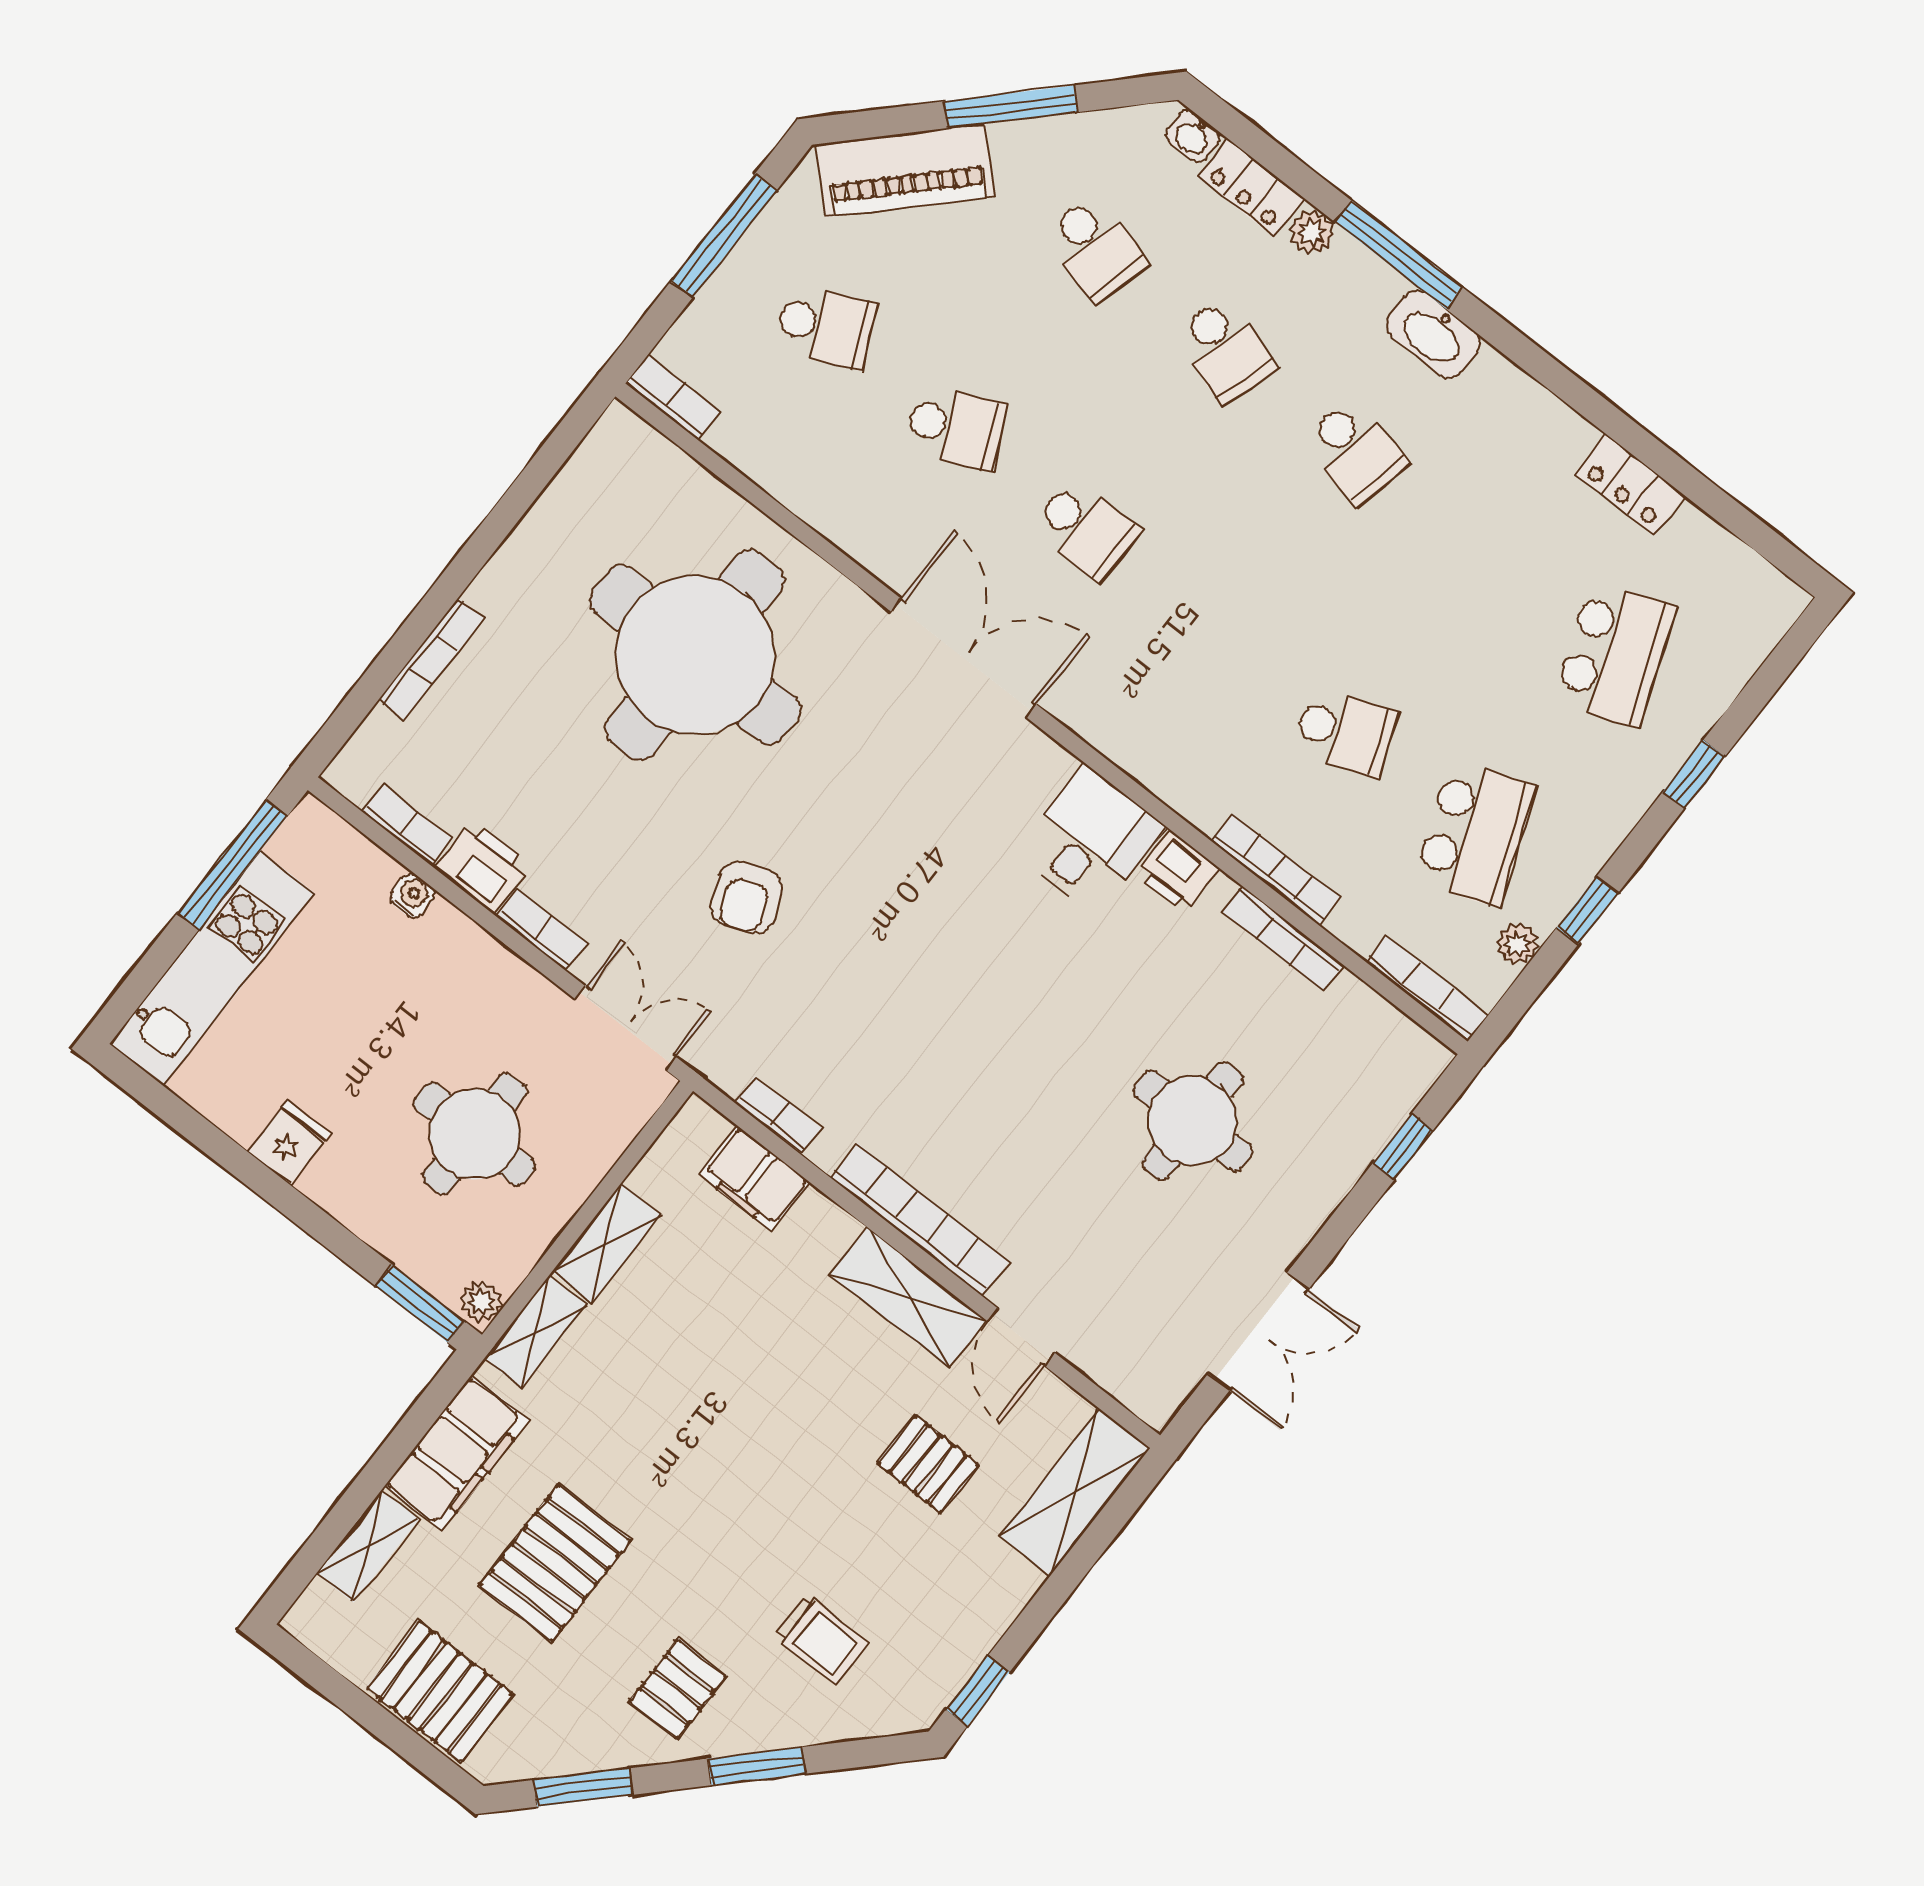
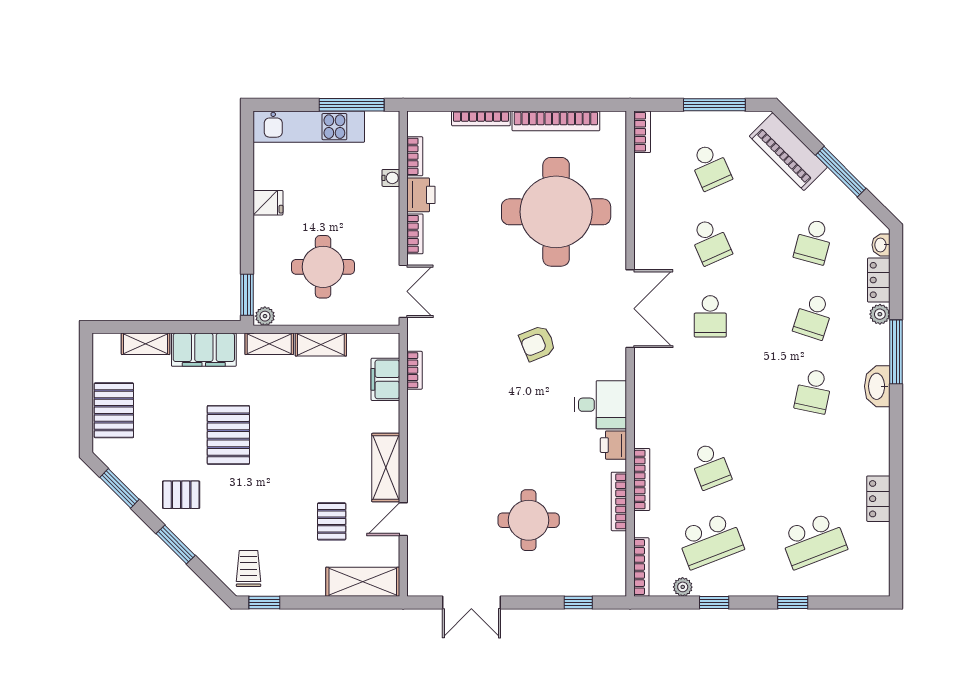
armchair: (746, 898) -> (537, 343), moved
bookcase: (920, 1220) -> (556, 121), moved, turned 90
pallet: (555, 1563) -> (228, 435), moved, turned 90
trolley: (821, 1640) -> (249, 568), moved, turned 180

